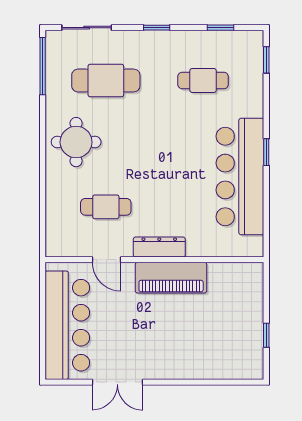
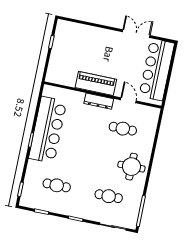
cafe table: (106, 80) -> (109, 196), width x0.73, depth x0.74

